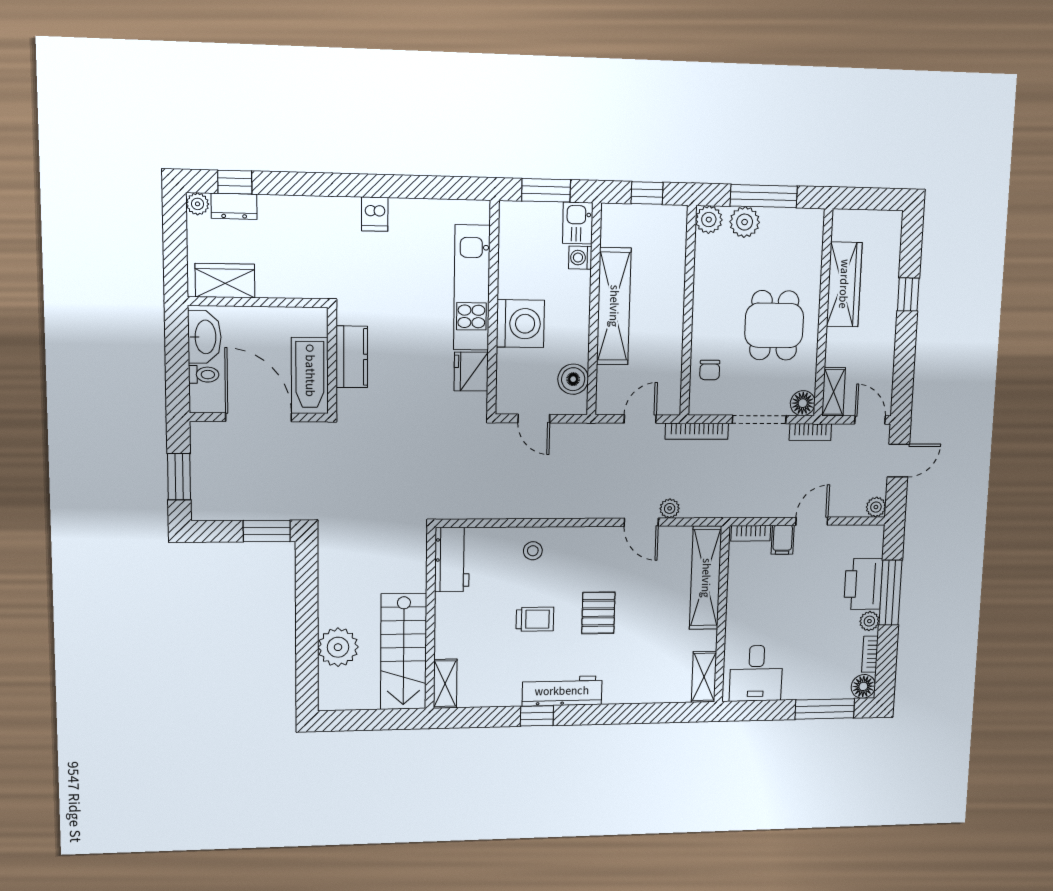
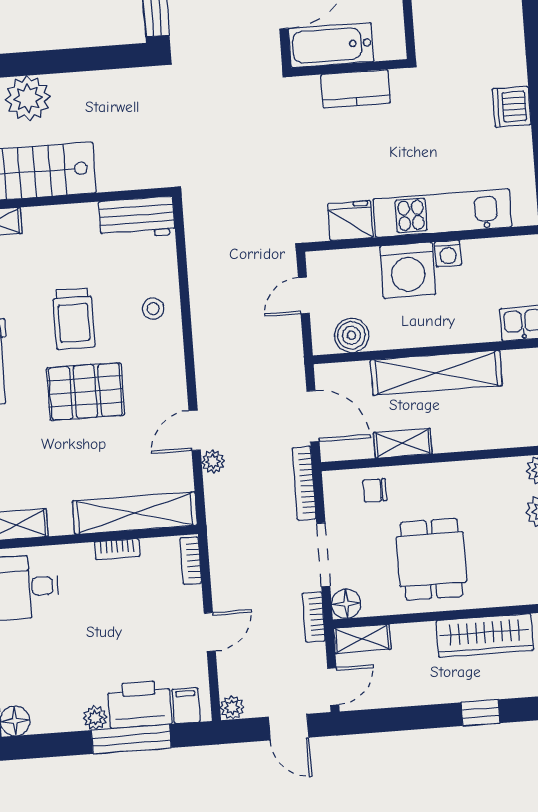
dishwasher: (375, 214) -> (512, 107), width x1.38
washing machine: (580, 258) -> (448, 253), moved, turned 180
dining table: (774, 325) -> (432, 559), turned 90
shelving: (672, 342) -> (403, 443), added
door: (640, 419) -> (313, 416), width x1.37
door: (812, 521) -> (210, 632), hinge flipped
filing cabinet: (783, 540) -> (186, 706), moved, turned 90
pallet: (598, 613) -> (85, 392), width x1.50, depth x1.42
trolley: (535, 619) -> (74, 319), width x1.36, depth x1.39
bookcase: (870, 654) -> (117, 549), moved, turned 180

